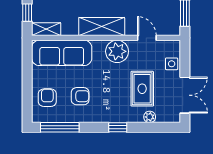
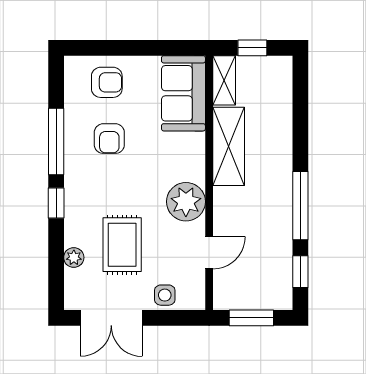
shelving: (102, 26) -> (229, 146), moved
sofa: (62, 53) -> (183, 93), width x0.73
rug: (142, 89) -> (122, 245), turned 90
window: (60, 127) -> (56, 141), moved

